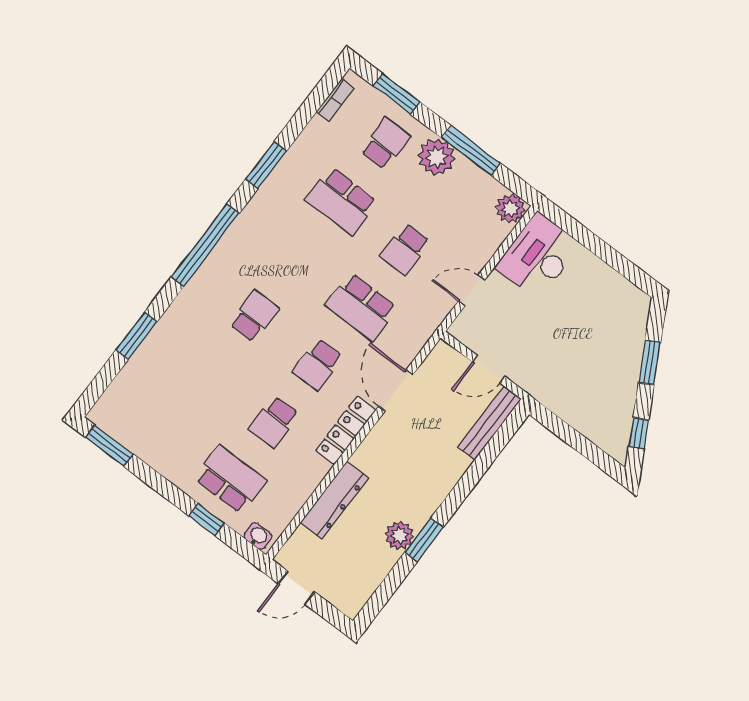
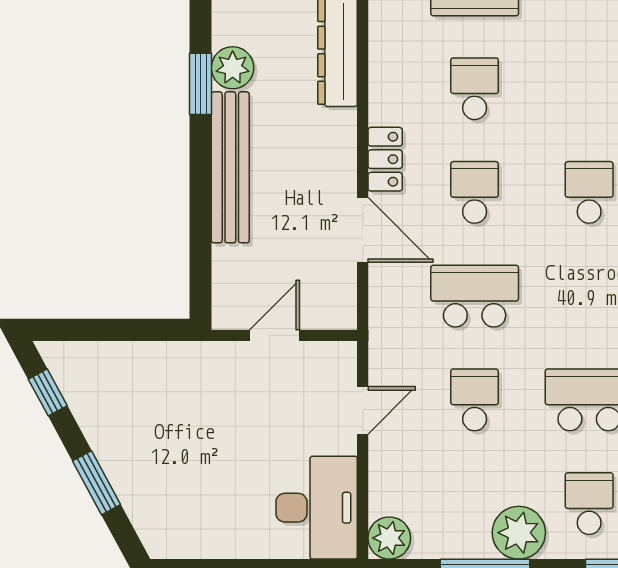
school desk: (385, 143) -> (589, 504), turned 180
school desk: (254, 316) -> (589, 192), turned 180
bench: (490, 423) -> (230, 167), moved, width x1.37, depth x1.21
locker: (346, 430) -> (385, 159), width x0.66

